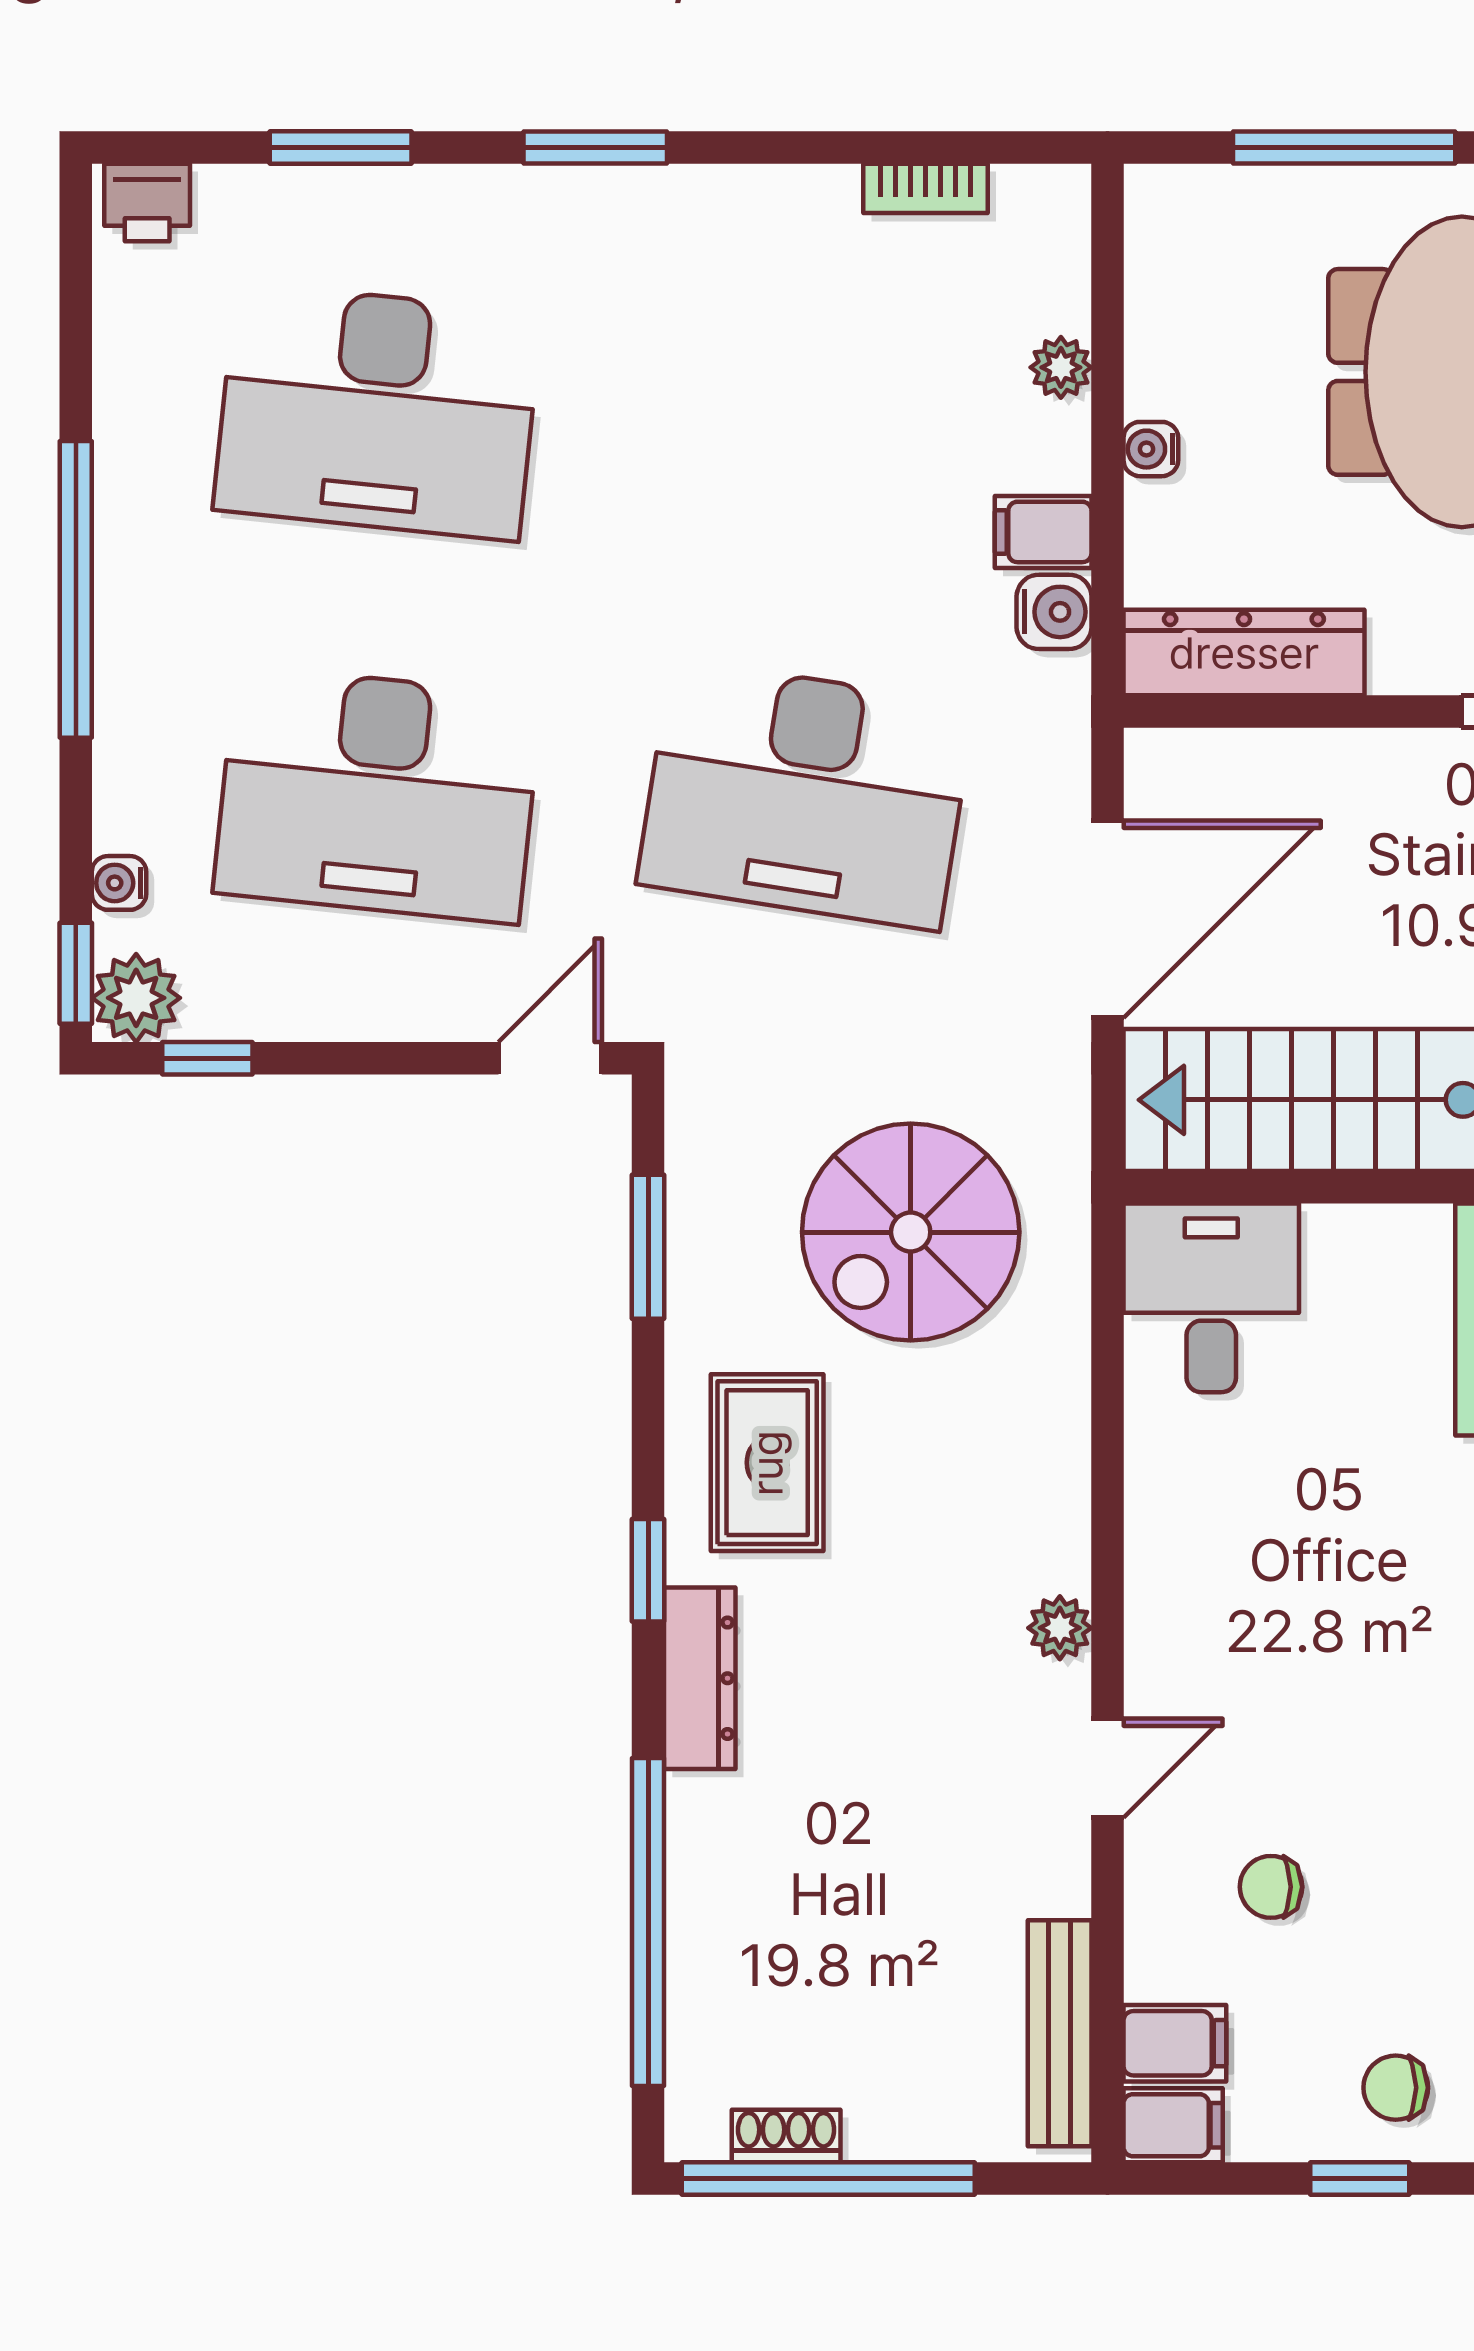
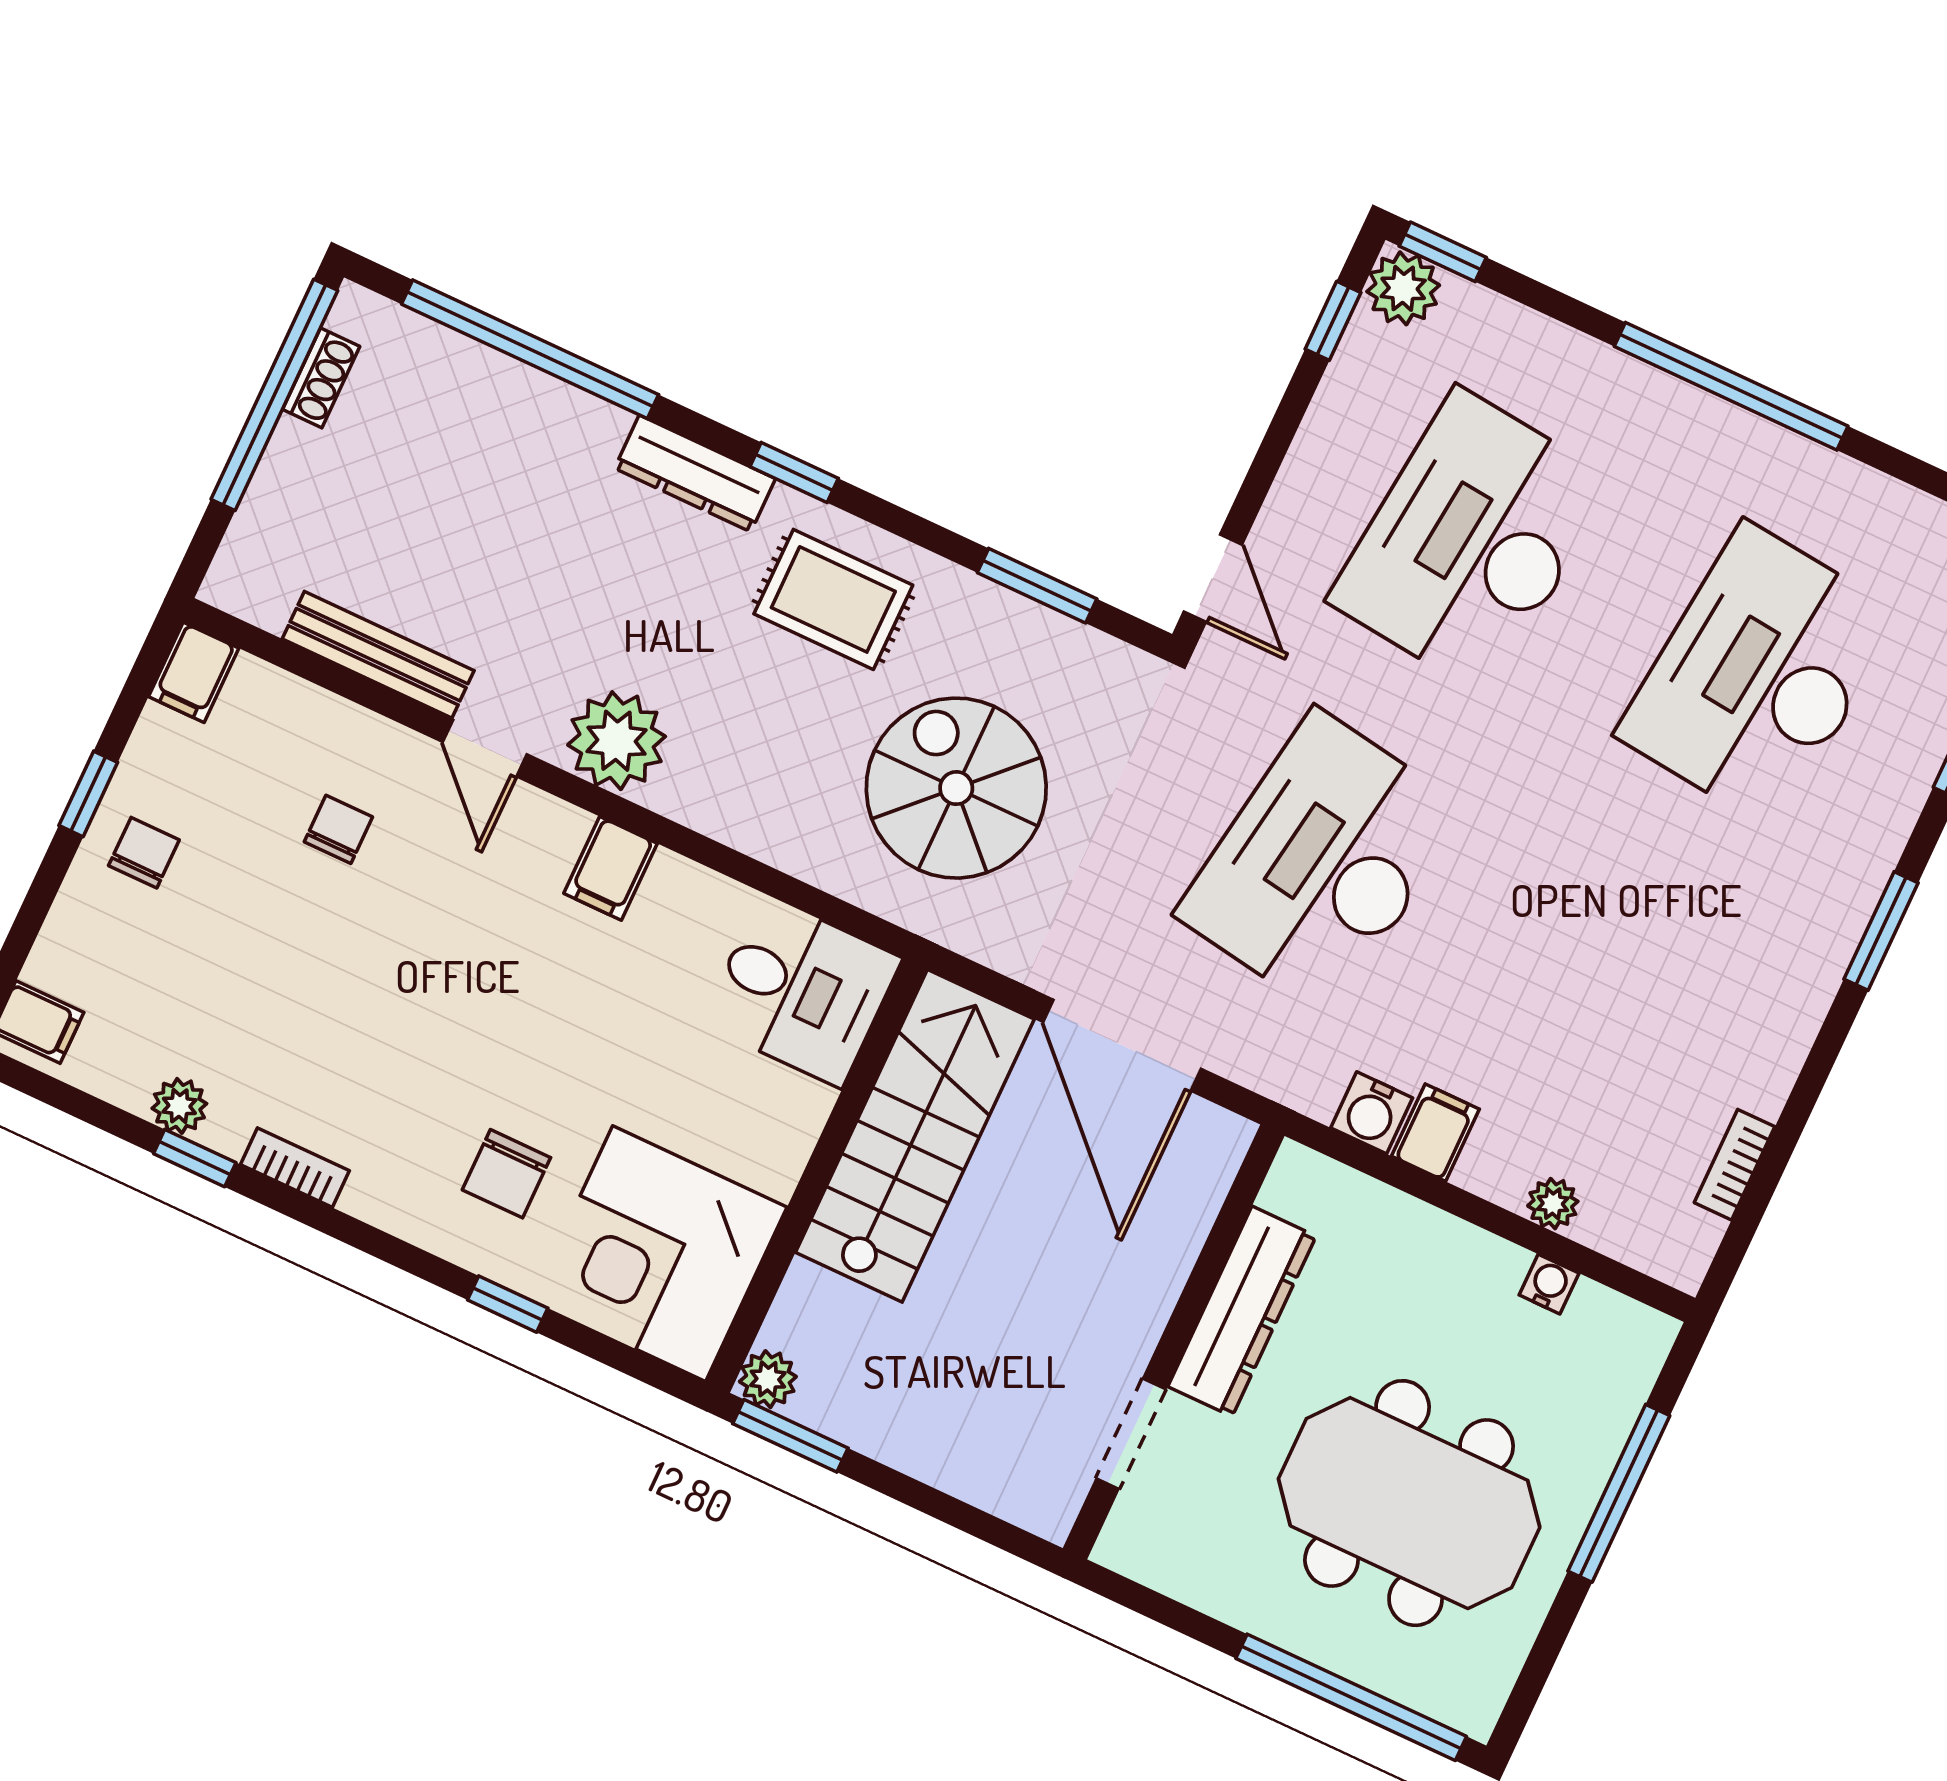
water cooler: (1151, 449) -> (1549, 1284), moved
dresser: (1244, 653) -> (1242, 1311), moved
water cooler: (119, 883) -> (1496, 316), removed
plant: (1060, 1628) -> (617, 741), width x1.87, depth x1.87
bench: (1060, 2033) -> (378, 655), moved
filing cabinet: (1175, 2043) -> (611, 868), moved

